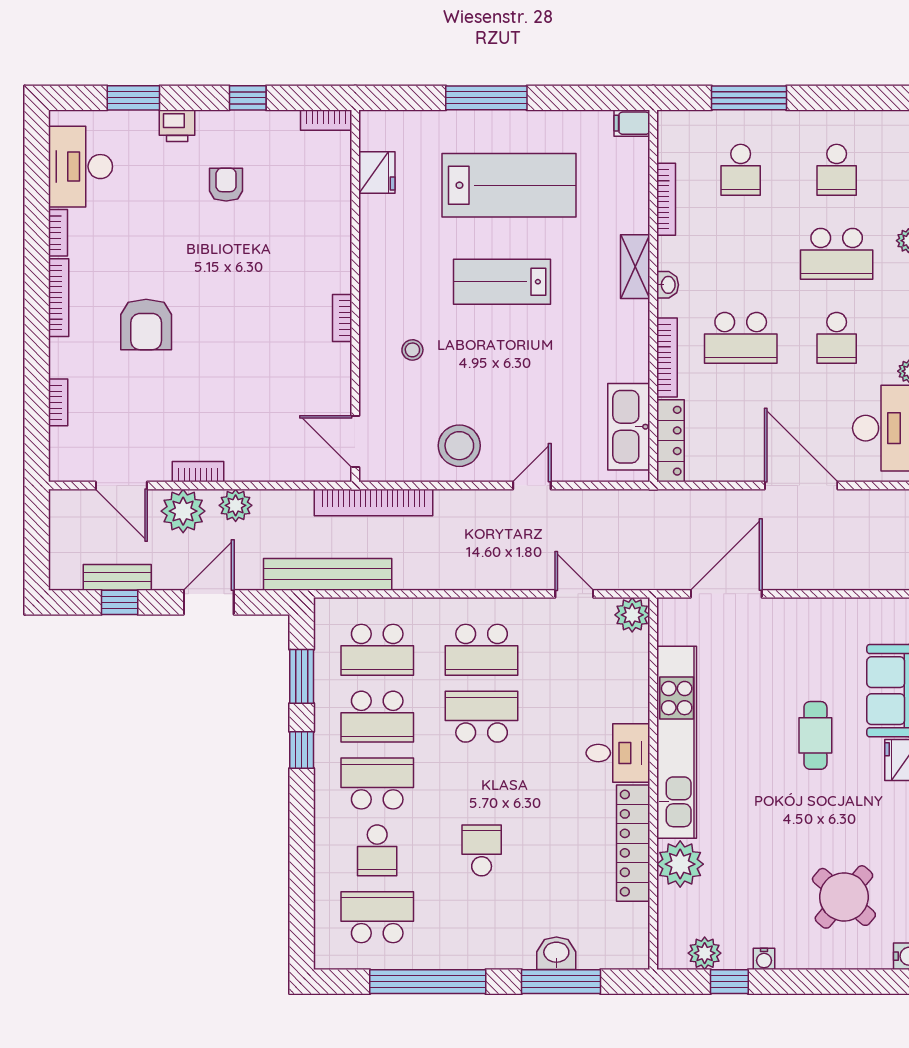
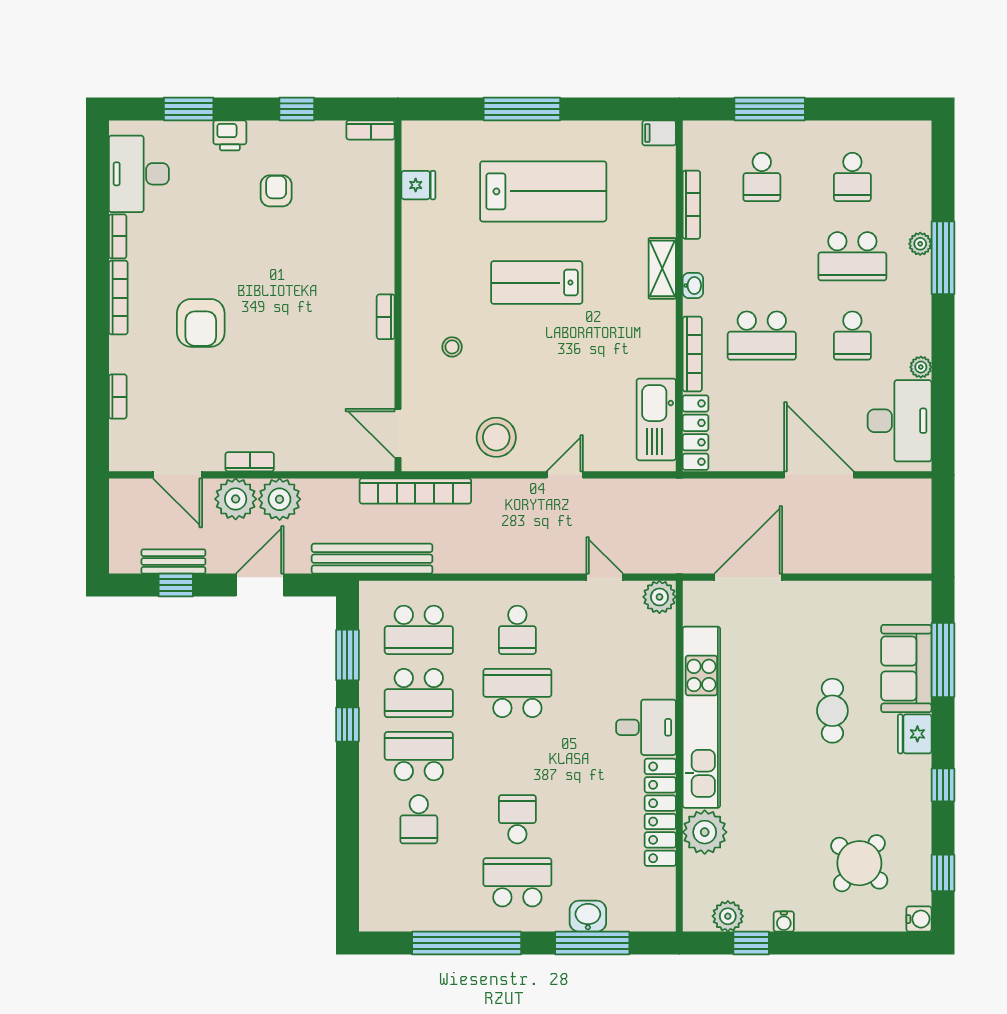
fridge: (377, 173) -> (418, 185), width x0.72
plant: (236, 505) -> (280, 499), width x1.36, depth x1.36
school desk: (482, 650) -> (517, 630), width x0.54
school desk: (377, 917) -> (517, 882), moved

